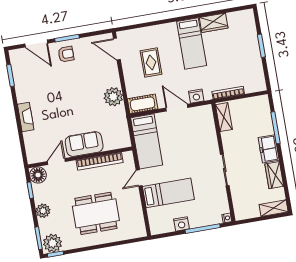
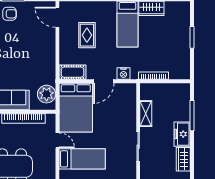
plant: (113, 97) -> (47, 94), moved
door: (177, 108) -> (104, 81), swing flipped
shelving: (224, 117) -> (146, 114), moved
bed: (147, 141) -> (76, 108), width x1.50
door: (139, 178) -> (57, 140), swing flipped

